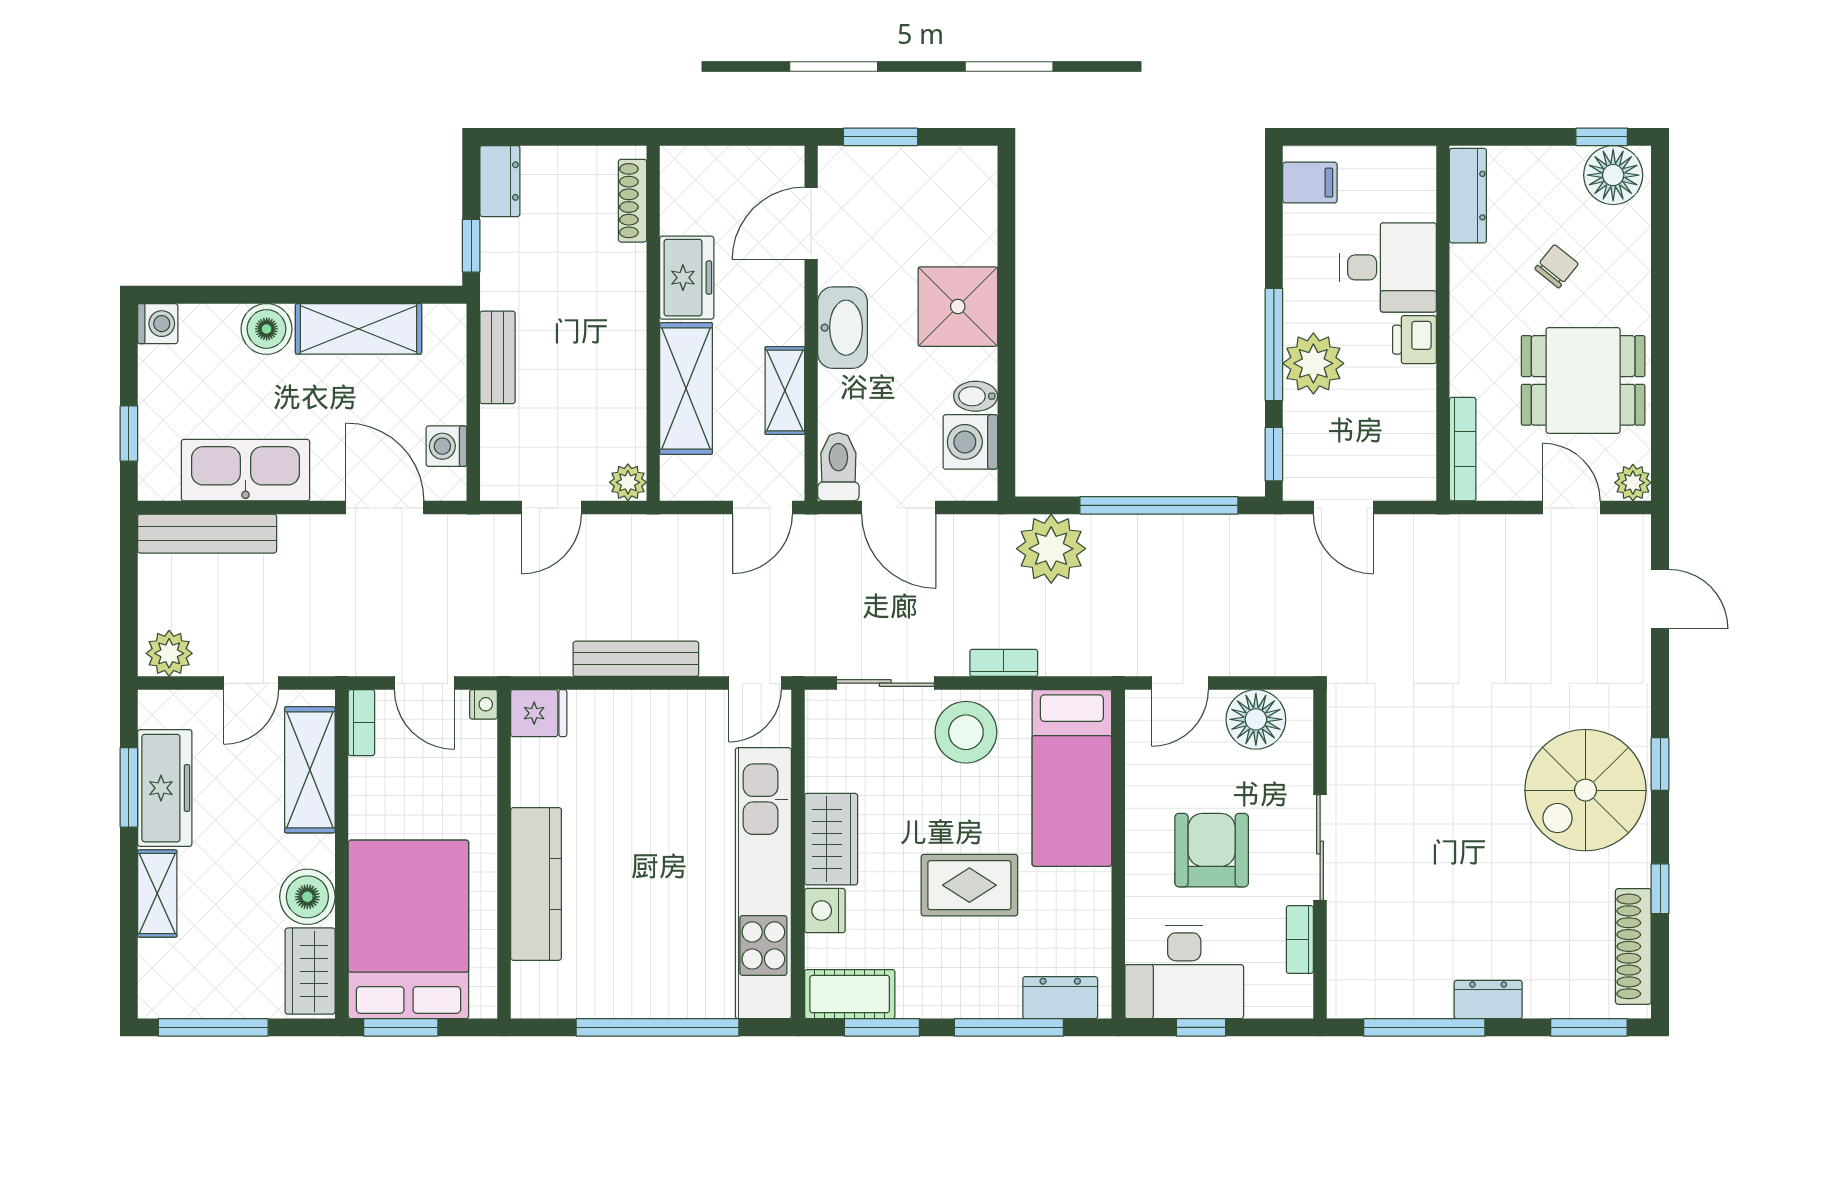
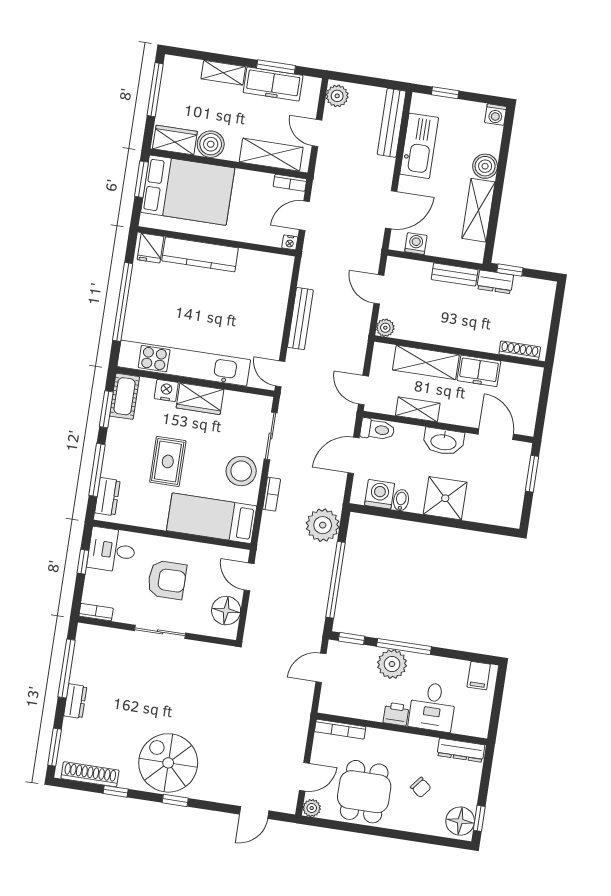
dresser: (500, 181) -> (495, 282), moved
fridge: (539, 713) -> (150, 248), moved
bookcase: (1300, 939) -> (96, 612), moved
desk: (1184, 972) -> (112, 550), width x0.73

